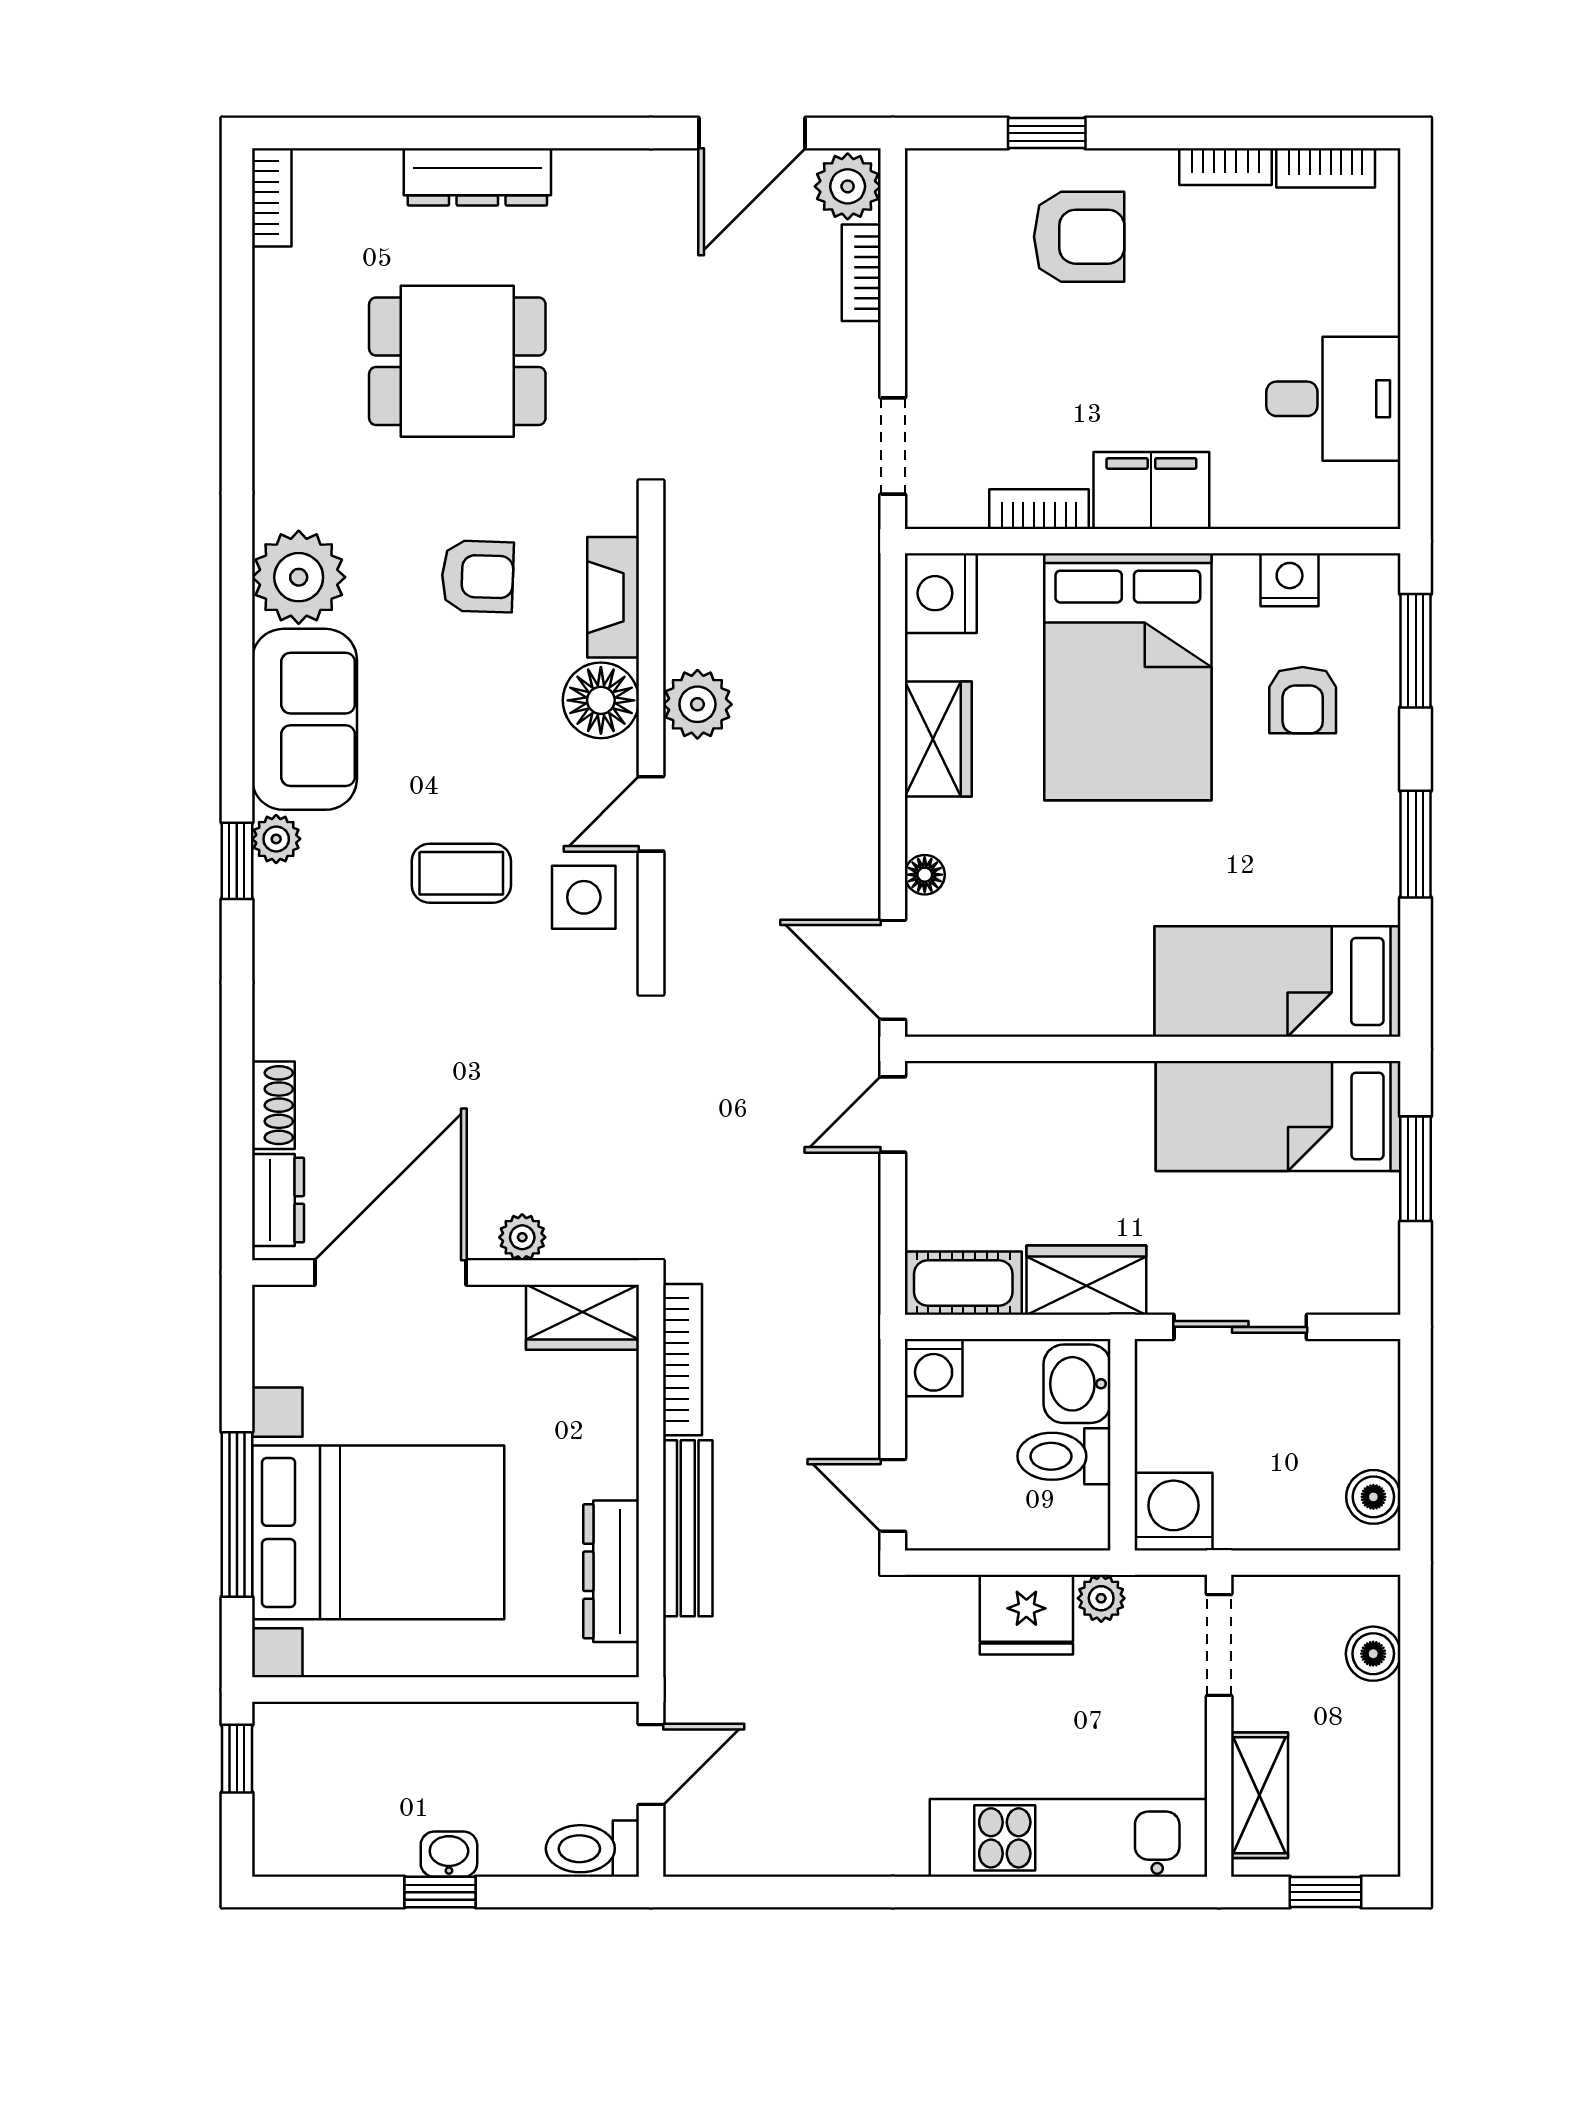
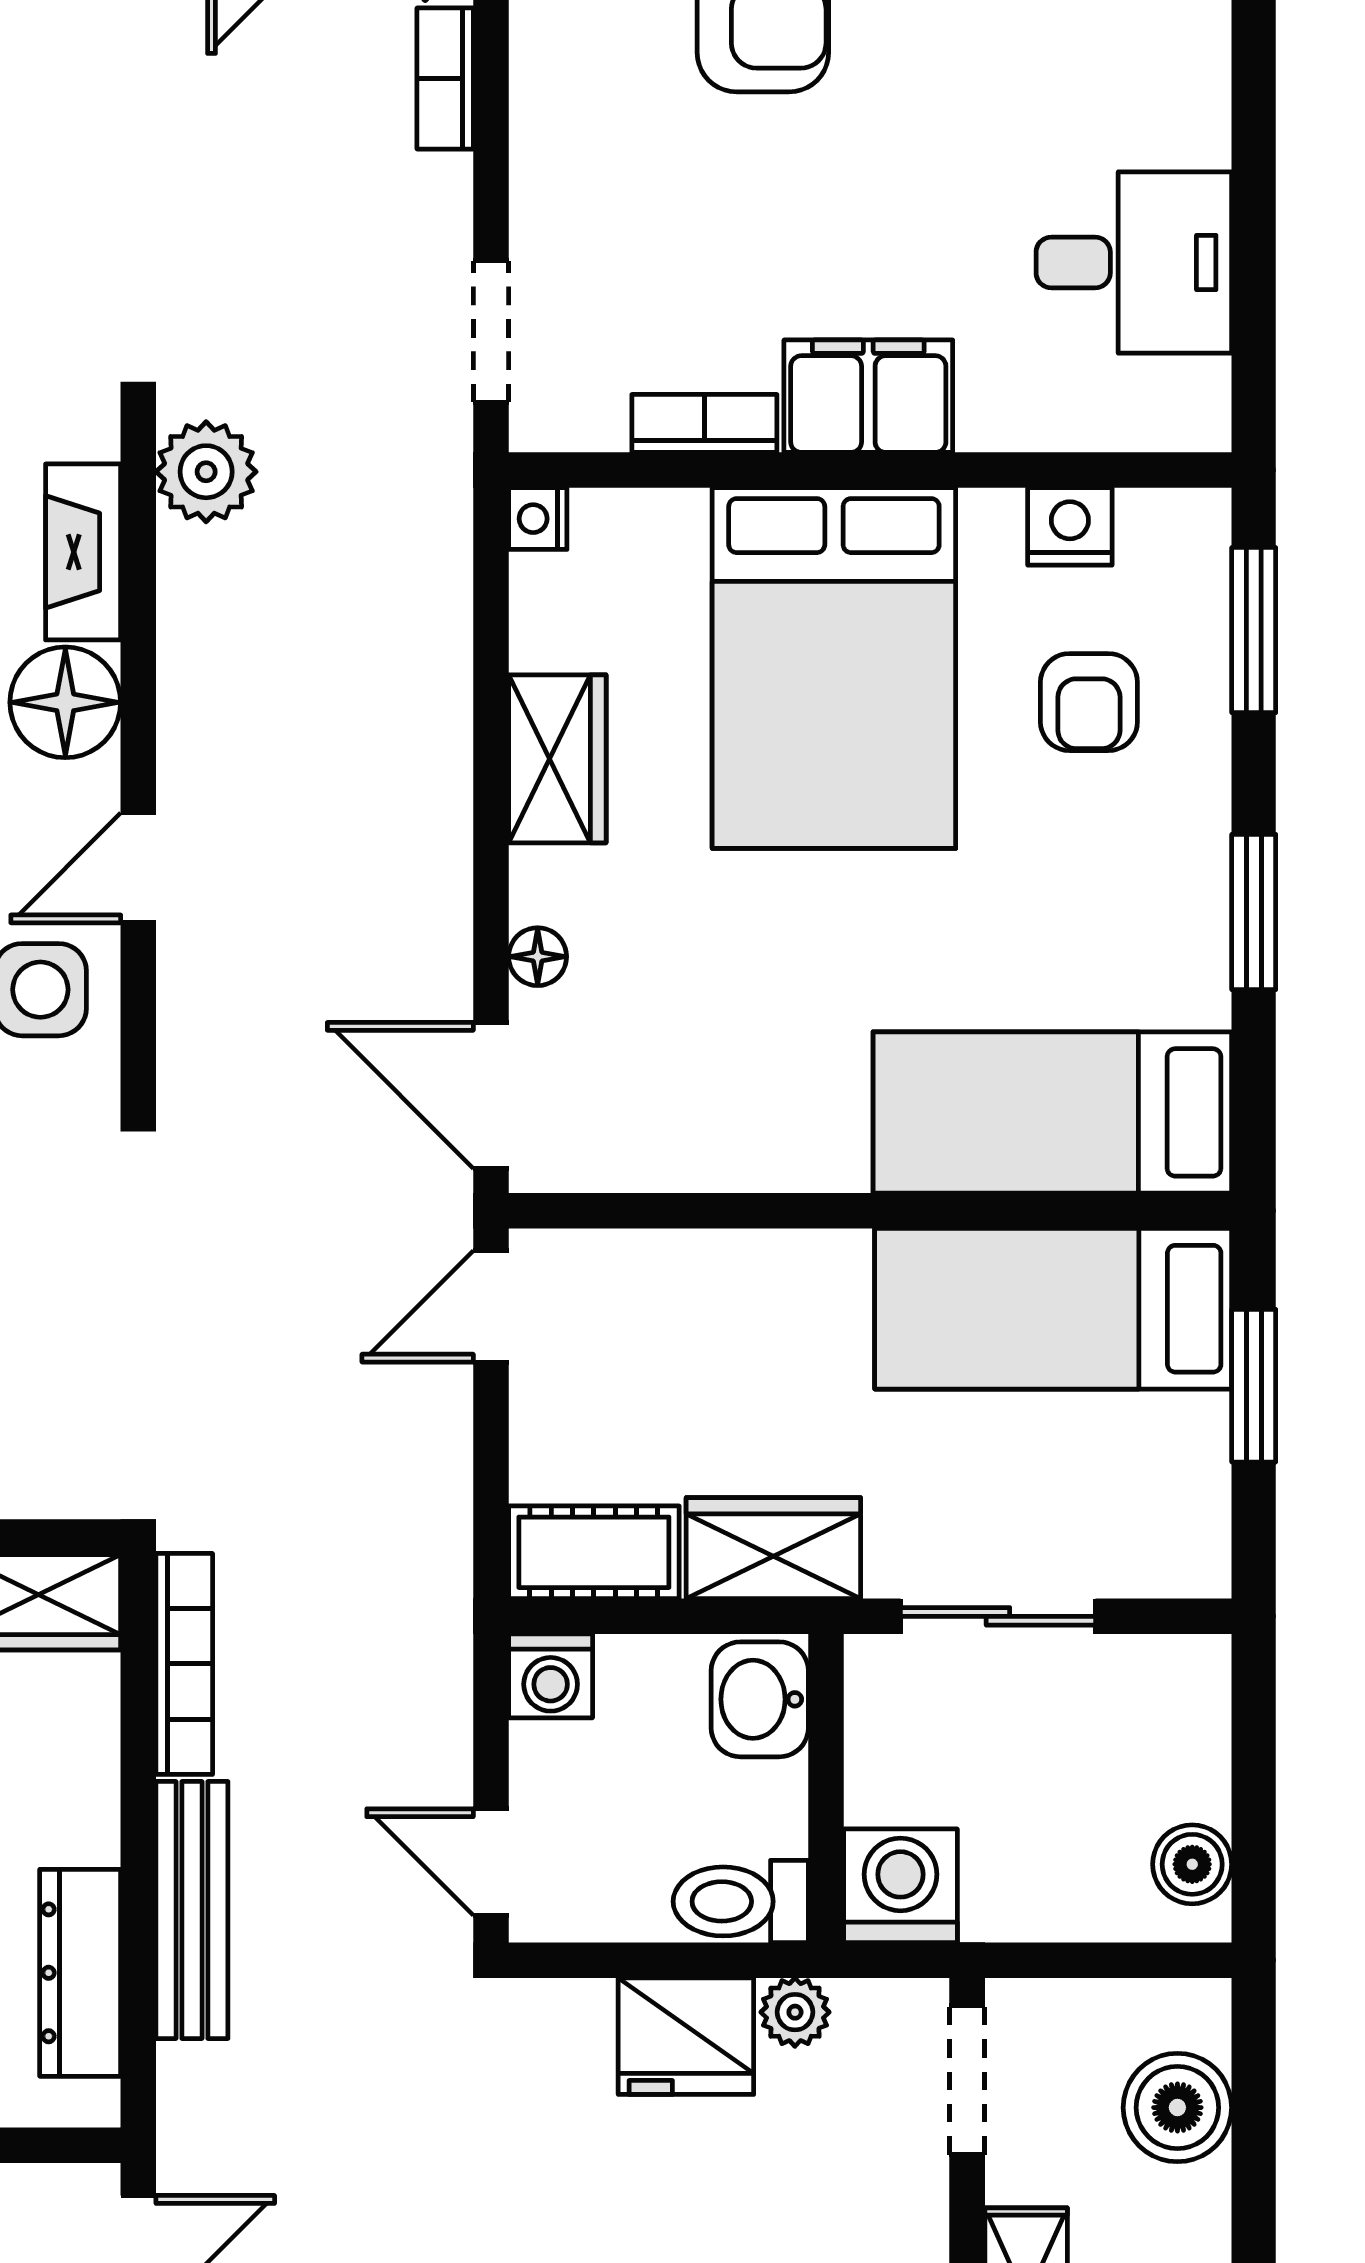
nightstand: (941, 593) -> (538, 519), width x0.53, depth x0.56
plant: (697, 704) -> (206, 472), moved
toilet: (1064, 1456) -> (741, 1901), moved
boiler: (1373, 1654) -> (1177, 2108), width x1.36, depth x1.36

